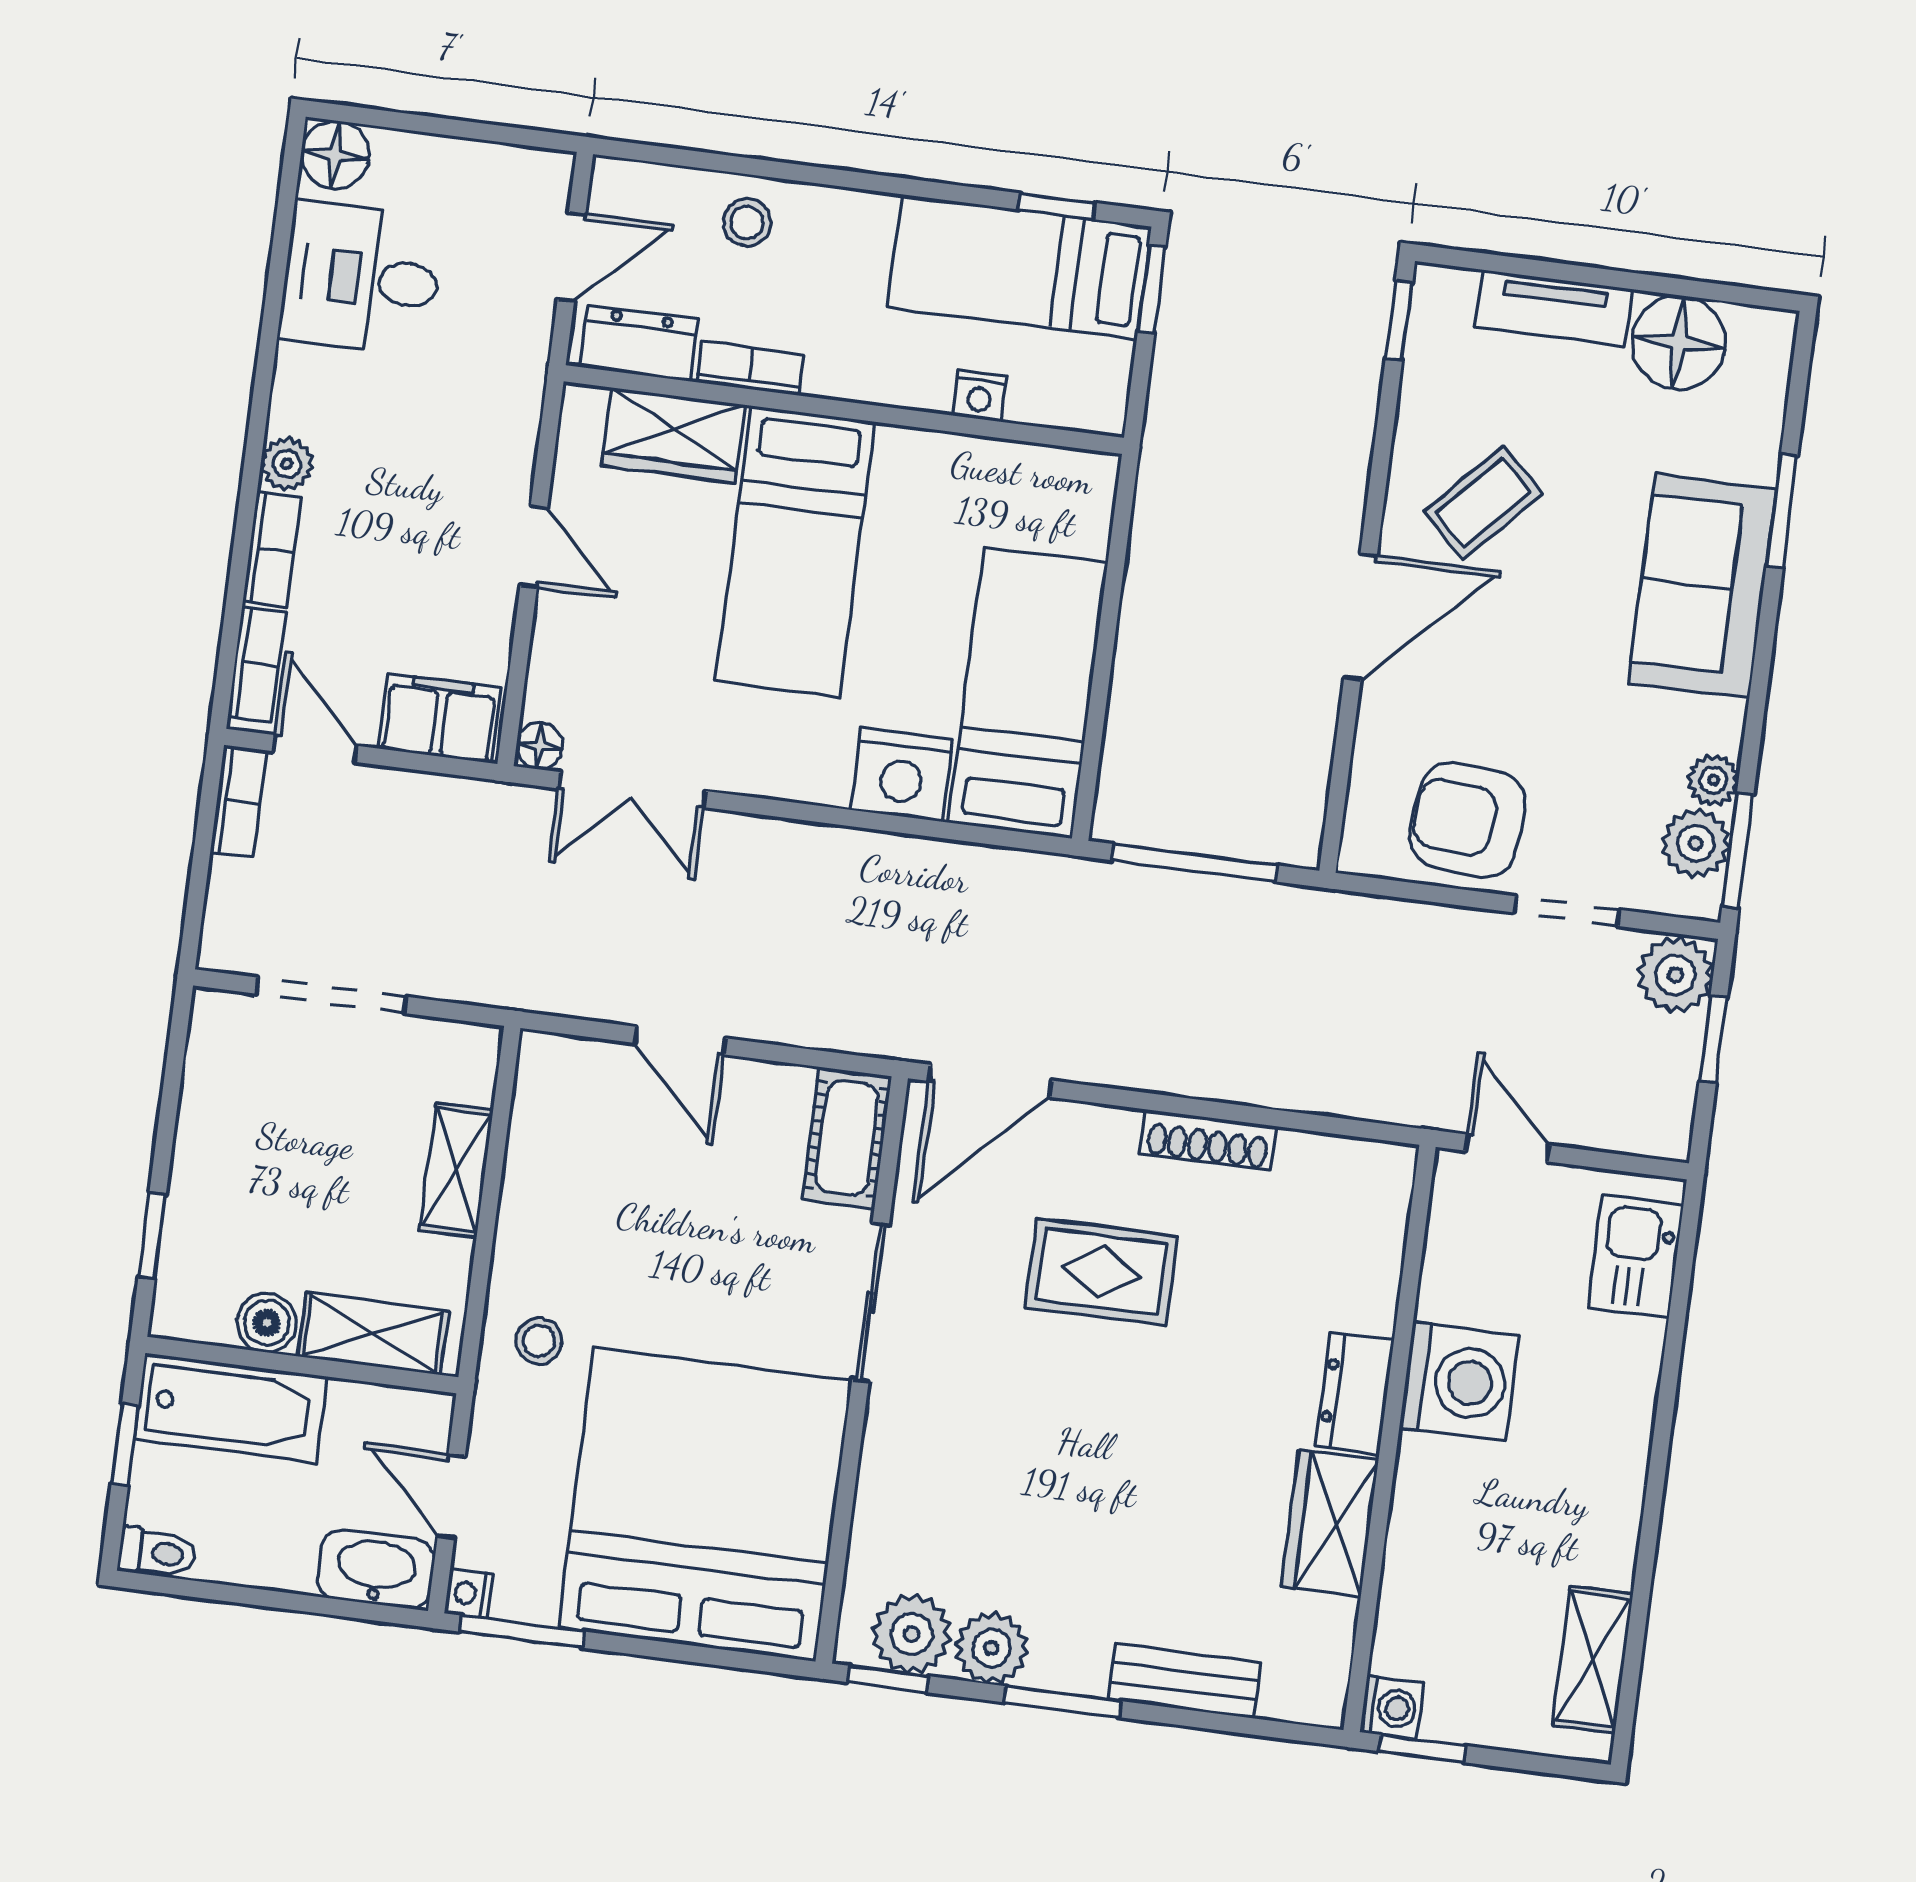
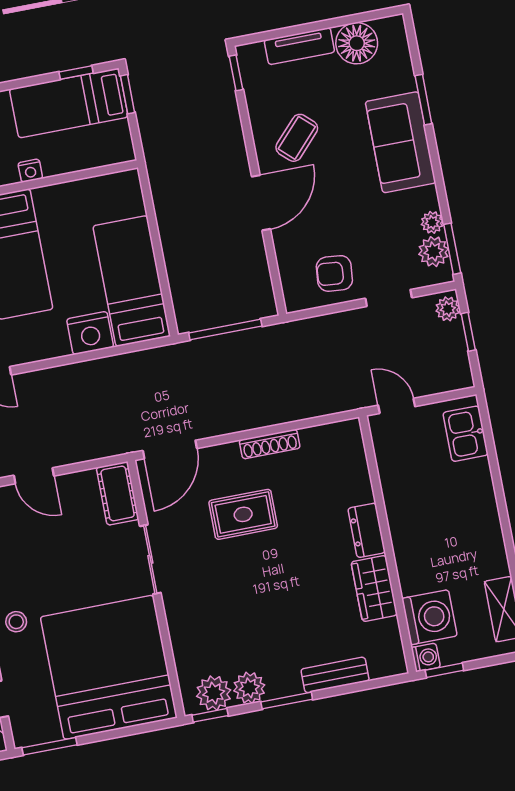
nightstand: (980, 396) -> (30, 171), moved
armchair: (1468, 820) -> (334, 273), width x0.72, depth x0.72
plant: (1675, 975) -> (448, 309), width x0.73, depth x0.73
washing machine: (1459, 1382) -> (429, 617), moved
nightstand: (469, 1593) -> (22, 738), removed

